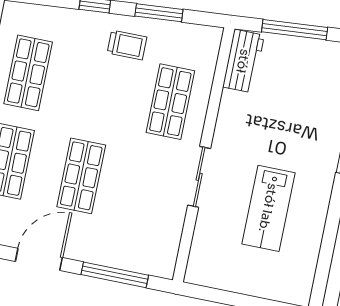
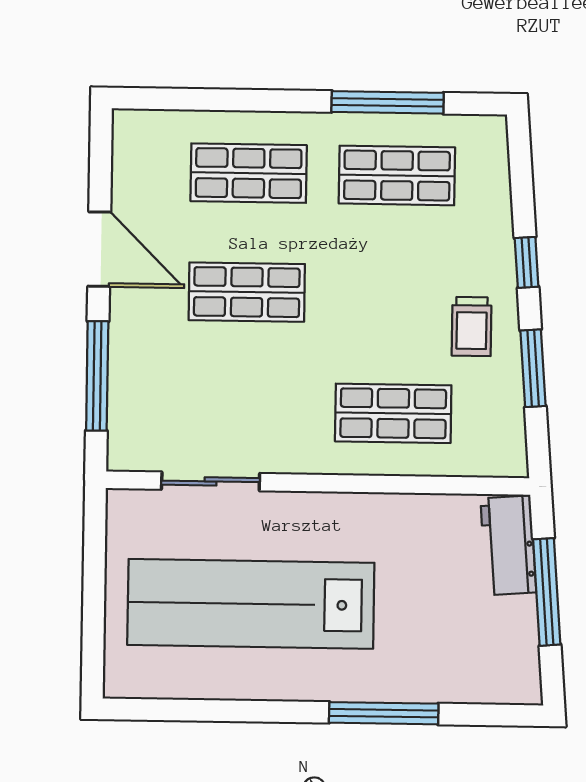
workbench: (243, 61) -> (508, 545), moved, turned 86
sliding door: (199, 177) -> (211, 481), moved
lab bench: (268, 208) -> (251, 604), width x1.86, depth x1.39

